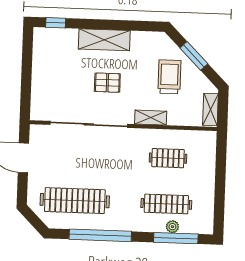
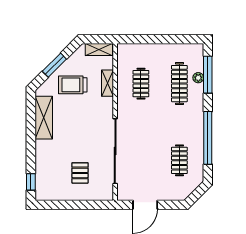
shelving: (104, 40) -> (44, 118), moved
pallet: (107, 83) -> (80, 173), moved
shelving: (151, 118) -> (107, 83), moved
clothes rail: (75, 201) -> (179, 160), width x0.54, depth x0.76

